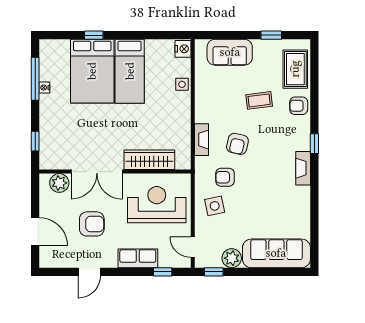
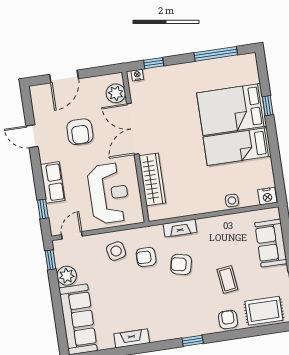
nightstand: (44, 88) -> (137, 75), moved
fireplace: (303, 168) -> (132, 338), moved
armchair: (225, 177) -> (146, 257), turned -90

